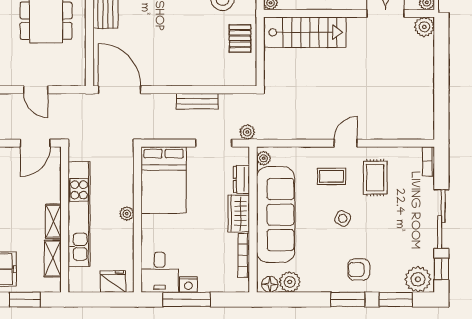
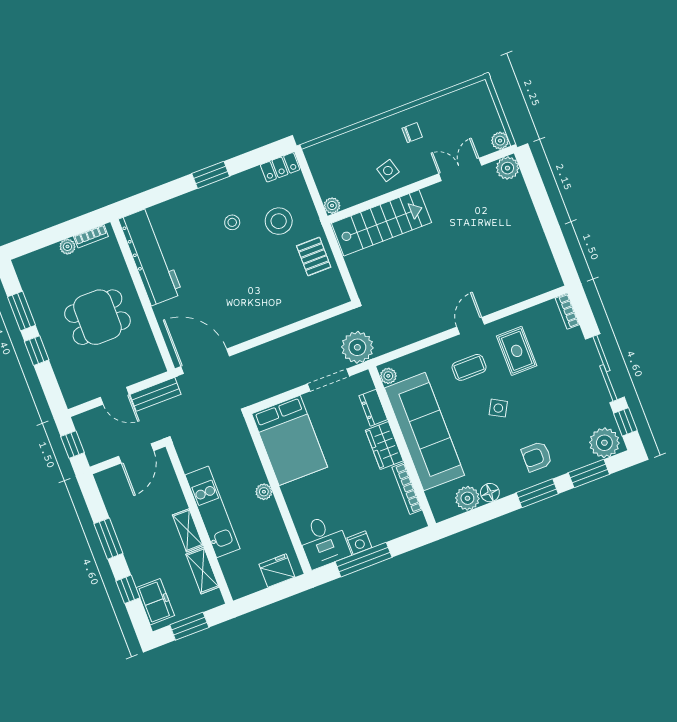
bench: (197, 101) -> (156, 394), moved
plant: (247, 132) -> (357, 347), width x1.87, depth x1.87
kitchen unit: (79, 214) -> (213, 512), width x0.73
floor lamp: (270, 284) -> (490, 493), moved

